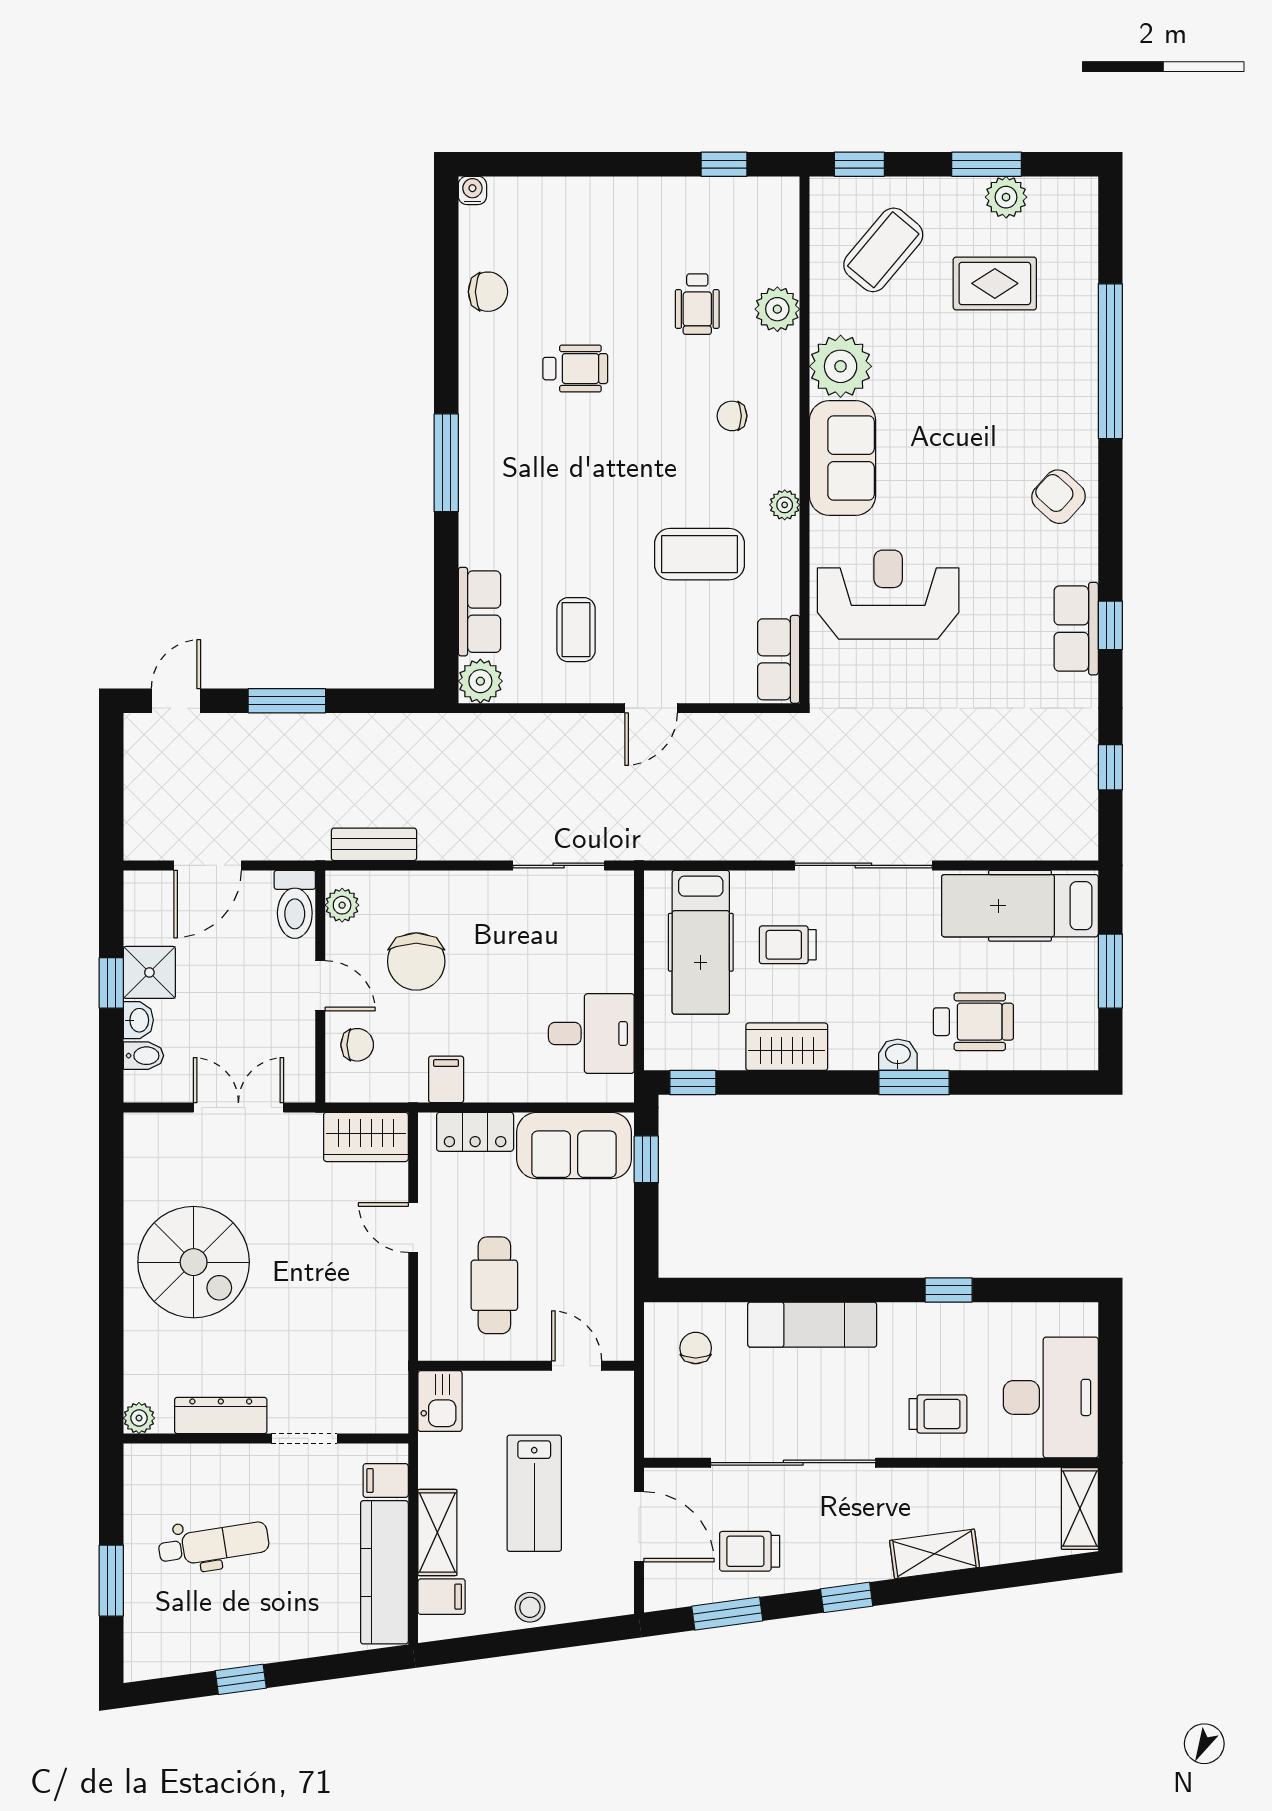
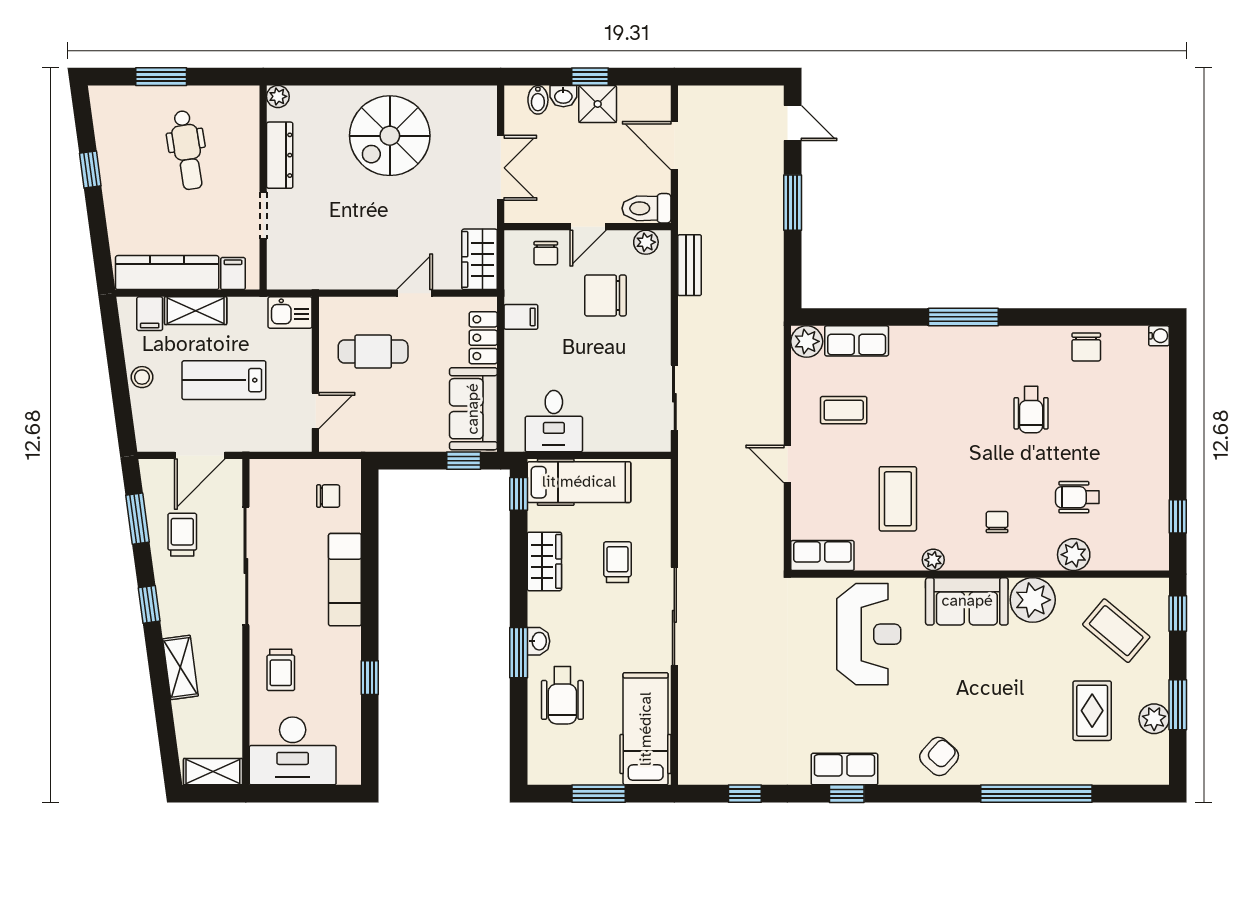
hospital bed: (701, 942) -> (579, 482), moved, turned 180

